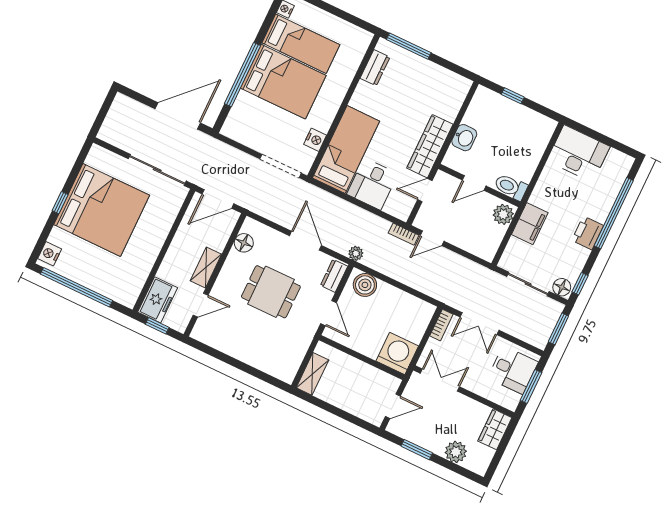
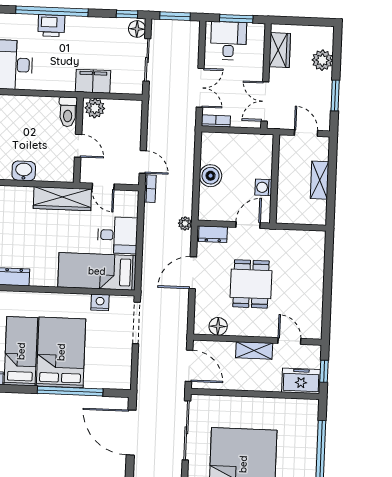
washbasin: (464, 138) -> (24, 171), moved
printer: (588, 233) -> (51, 26), moved
boiler: (365, 285) -> (211, 176), moved
washing machine: (397, 353) -> (263, 187), moved, width x0.53, depth x0.53
shelving: (312, 374) -> (320, 180), moved, turned 90
wardrobe: (495, 429) -> (280, 50), moved, turned -90

